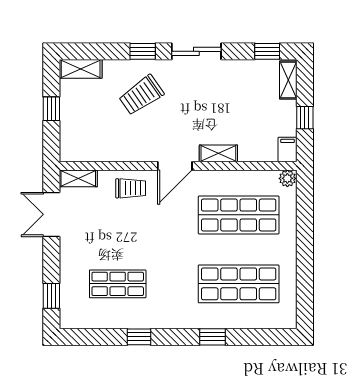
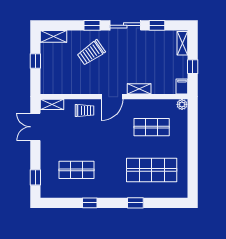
window: (267, 51) -> (157, 25), moved
shop shelf: (239, 215) -> (152, 127), width x0.70, depth x0.74

